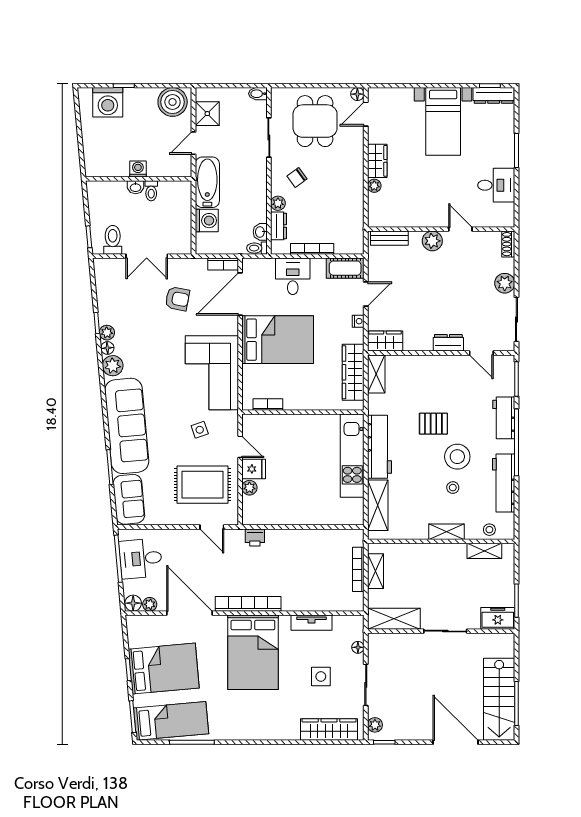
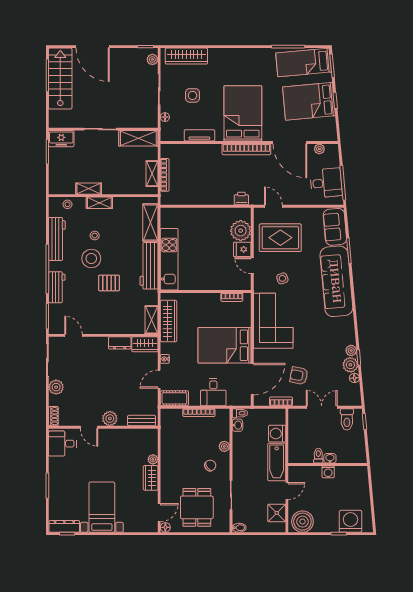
desk: (496, 185) -> (62, 444), moved
dresser: (279, 226) -> (224, 430), removed
bookcase: (223, 264) -> (281, 401), moved
dresser: (448, 343) -> (120, 343), moved
floor lamp: (107, 348) -> (354, 378), moved
plant: (113, 366) -> (350, 365), moved
plant: (249, 488) -> (241, 231), width x1.88, depth x1.88
shelving: (484, 551) -> (89, 189), moved
floor lamp: (133, 603) -> (332, 150), removed

